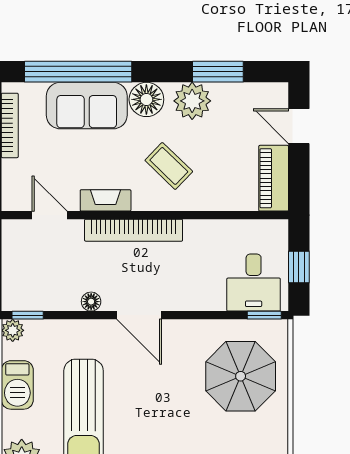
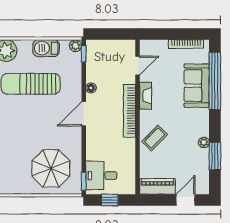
floor lamp: (146, 99) -> (200, 118), removed
plant: (192, 101) -> (204, 142), width x0.53, depth x0.53
coffee table: (169, 166) -> (155, 138), moved

